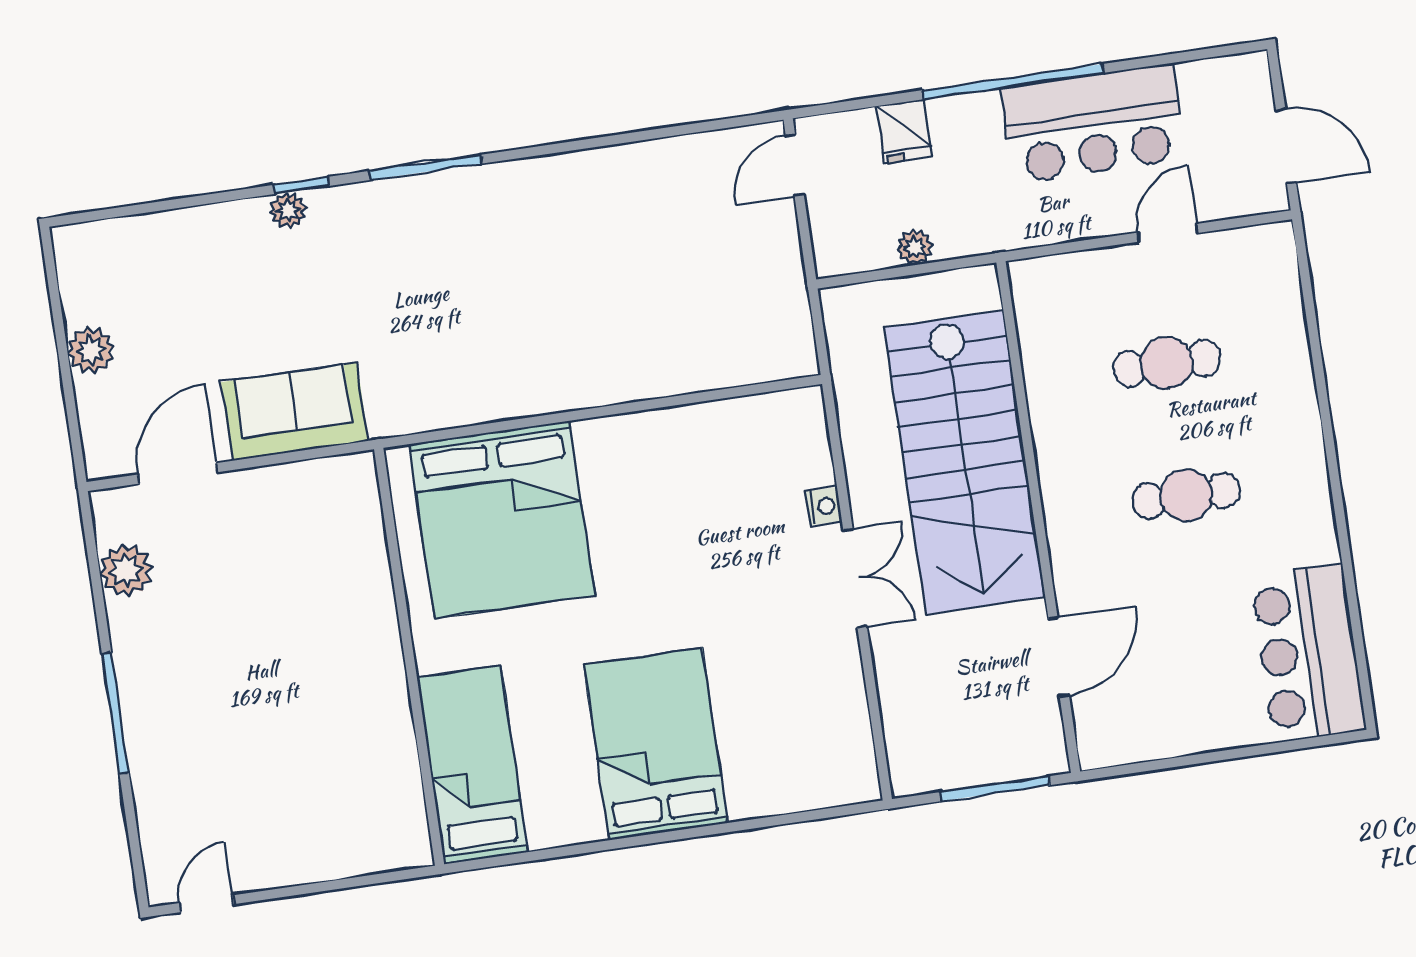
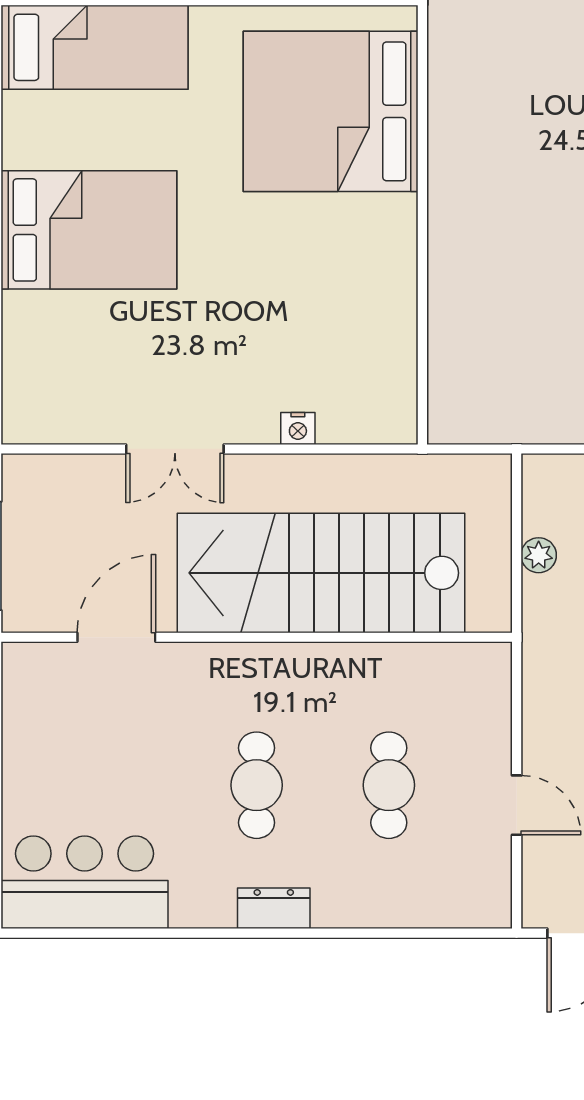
dresser: (1307, 460) -> (274, 908), added
double door: (855, 578) -> (175, 449), moved
door: (1059, 657) -> (116, 637), swing flipped

